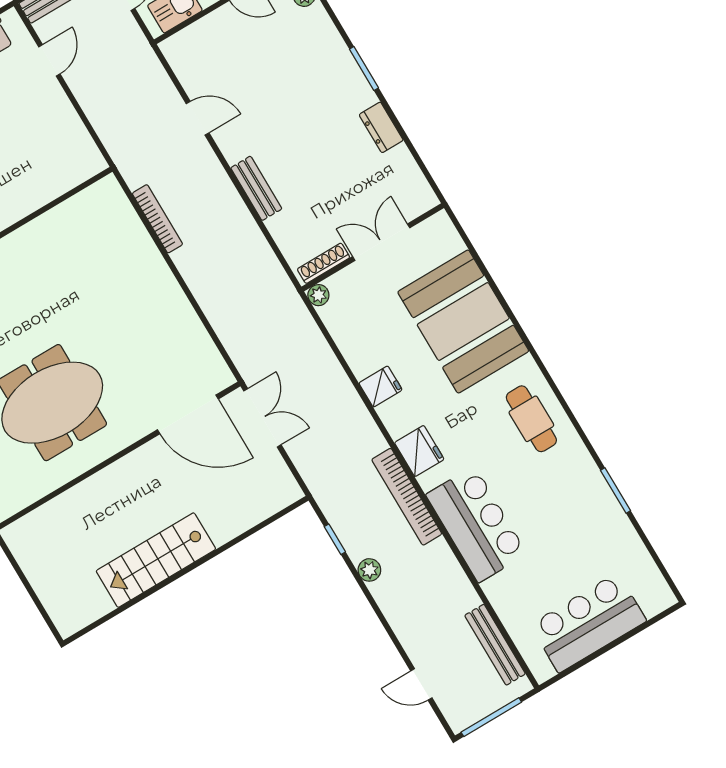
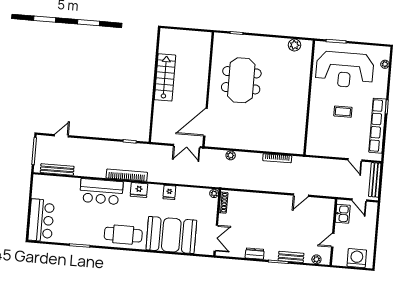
bench: (256, 188) -> (291, 257), moved
double door: (381, 242) -> (216, 238), moved
cafe table: (531, 419) -> (123, 235), width x1.37, depth x1.35
plant: (369, 570) -> (231, 155), moved
bar counter: (588, 623) -> (41, 220), moved

